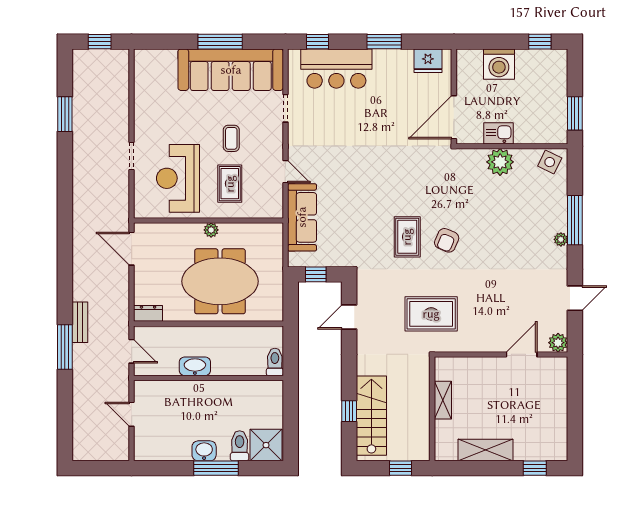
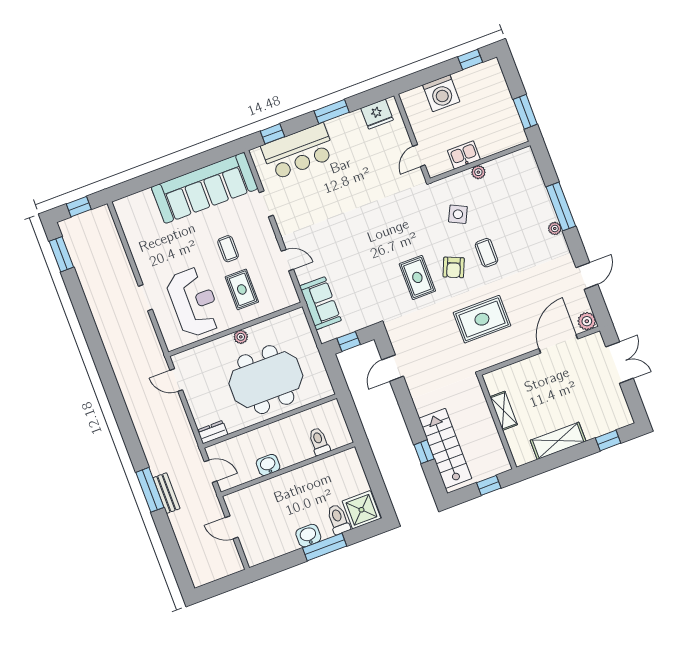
window: (220, 42) -> (186, 166), removed
window: (65, 114) -> (61, 254), moved
door: (454, 117) -> (419, 156), width x0.53
plant: (500, 162) -> (478, 172), width x0.53, depth x0.53
side table: (550, 162) -> (458, 214), moved
reception desk: (178, 178) -> (194, 302), turned 180
sofa: (302, 217) -> (320, 303), width x0.73
coffee table: (484, 238) -> (486, 253), added
door: (132, 249) -> (176, 380), width x0.73
rug: (431, 314) -> (482, 319), moved
bench: (80, 322) -> (166, 493), moved
door: (522, 354) -> (558, 344), width x1.36
toilet: (275, 362) -> (319, 441), moved
washbasin: (195, 366) -> (268, 465), width x0.72
double door: (575, 396) -> (619, 363), added

